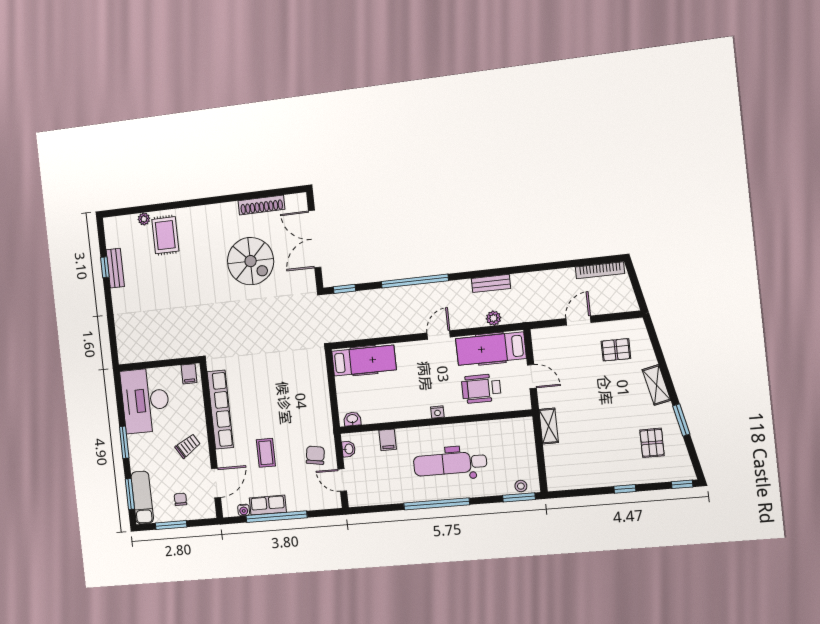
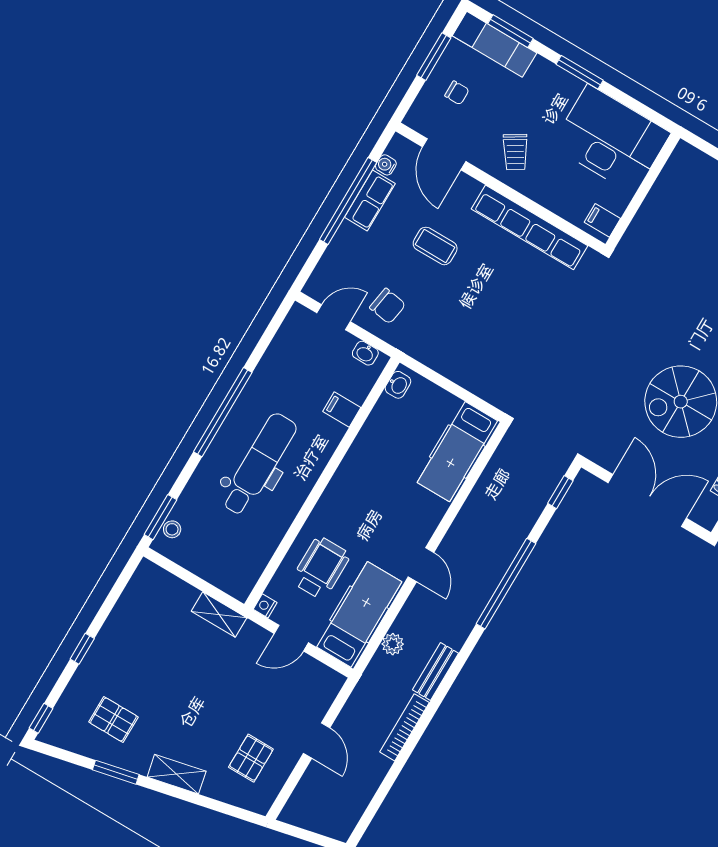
bookcase: (600, 270) -> (404, 727), moved
nightstand: (437, 412) -> (265, 606), moved

